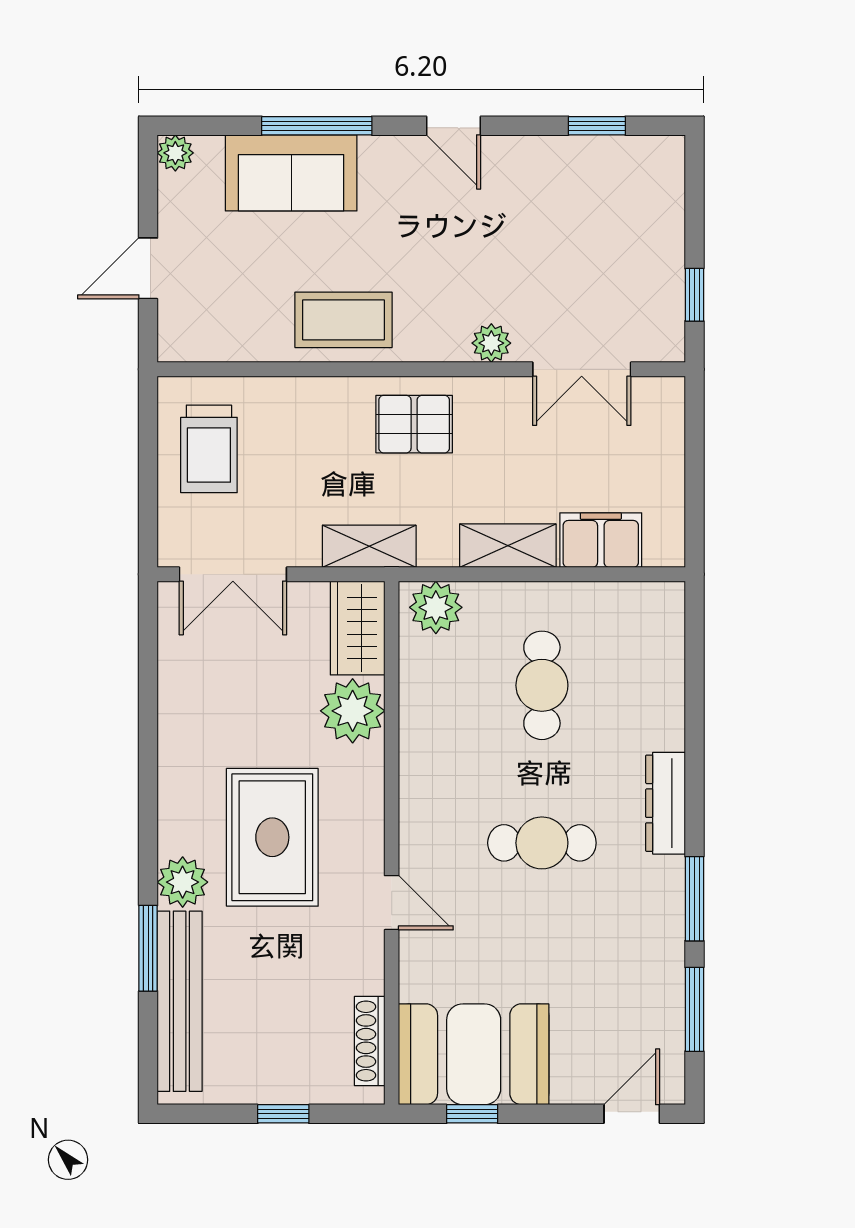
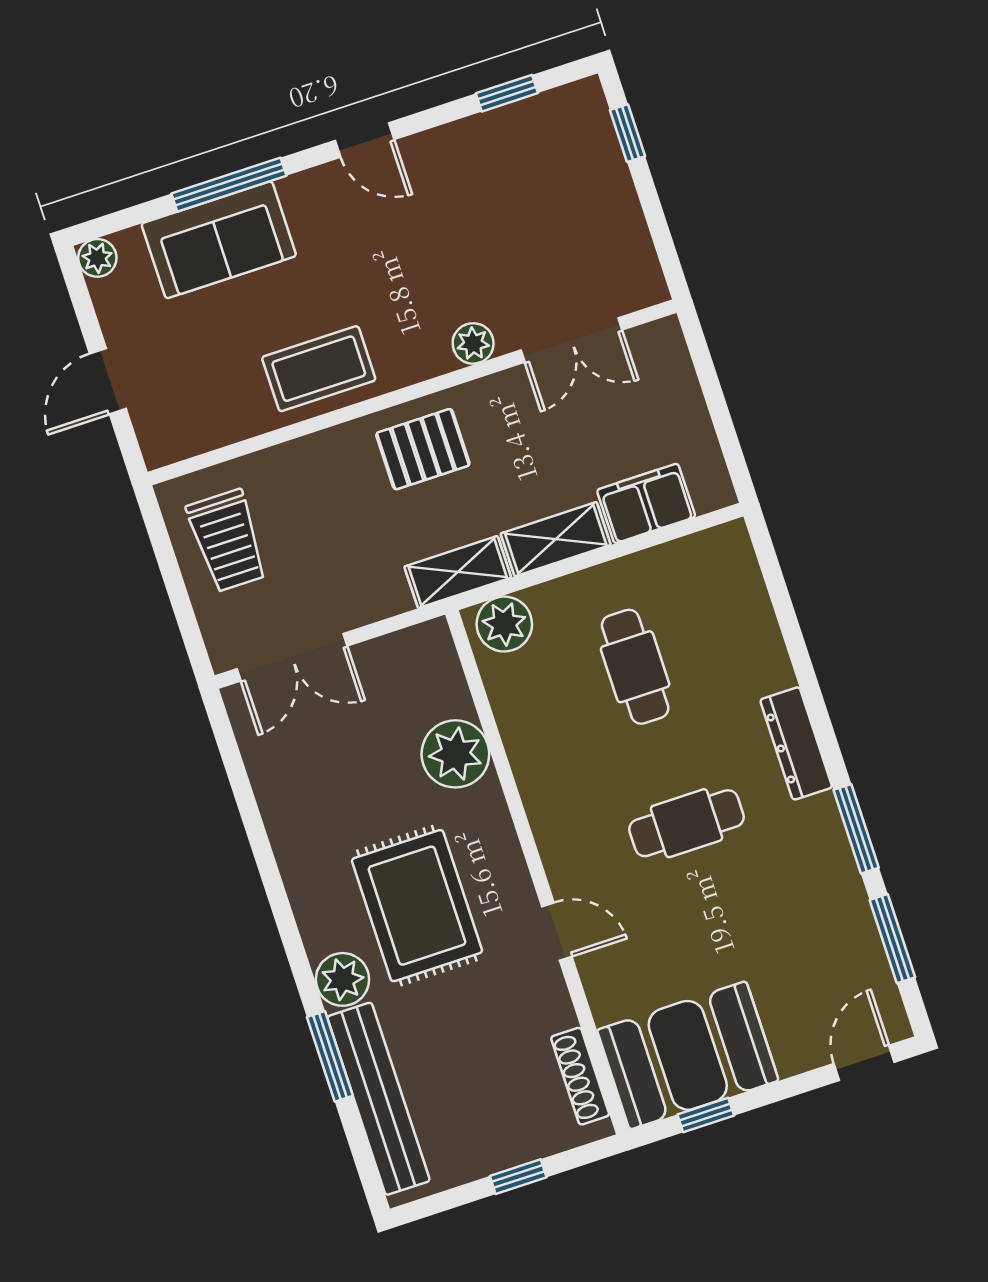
window: (694, 295) -> (627, 133), moved
shelving: (369, 546) -> (458, 572), moved
wardrobe: (358, 628) -> (433, 670), removed

